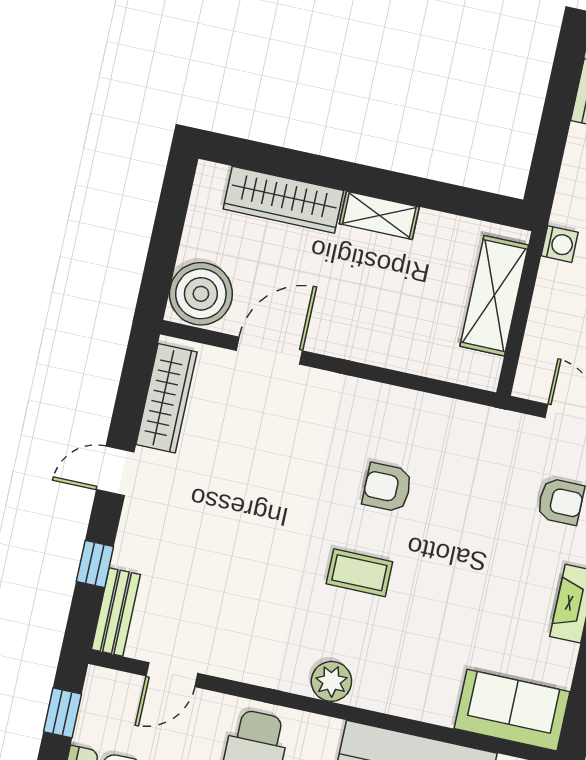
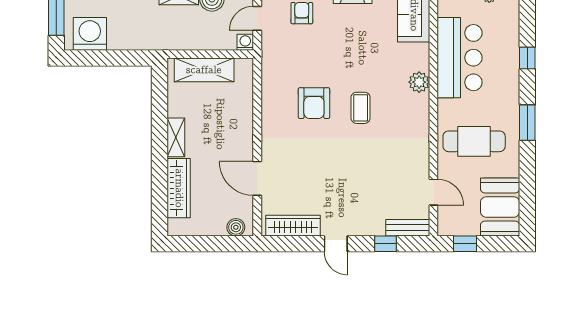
washing machine: (560, 244) -> (245, 42), moved
boiler: (201, 294) -> (236, 227), width x0.54, depth x0.54
armchair: (387, 487) -> (314, 103), width x1.38, depth x1.38
plant: (331, 681) -> (419, 82), moved

